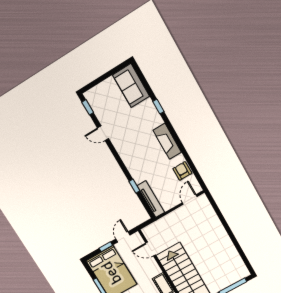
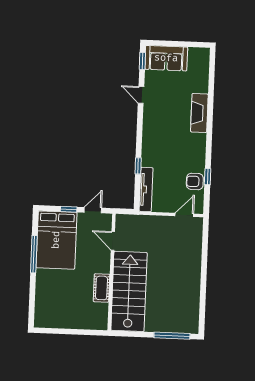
sofa: (131, 86) -> (166, 58), moved, turned -90
window: (158, 107) -> (208, 177), moved
fireplace: (167, 141) -> (199, 113), moved
armchair: (182, 171) -> (195, 181), turned -90

